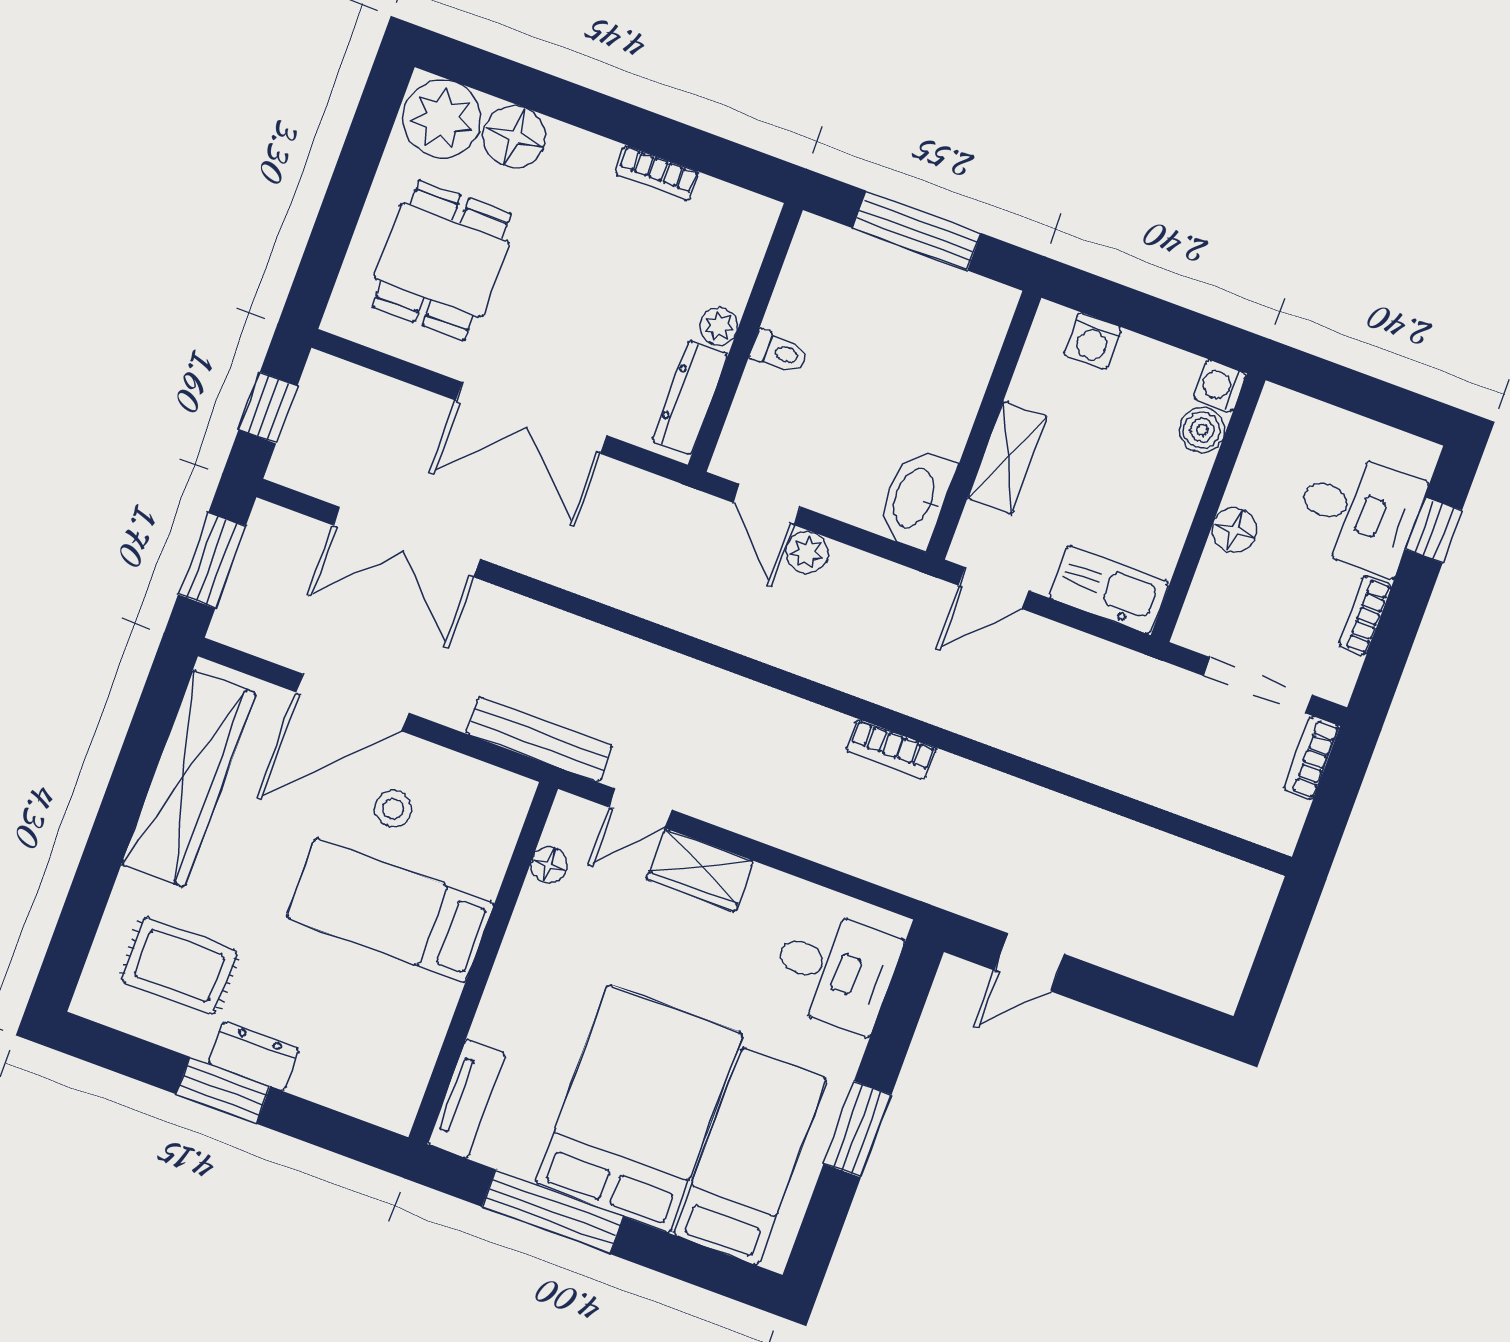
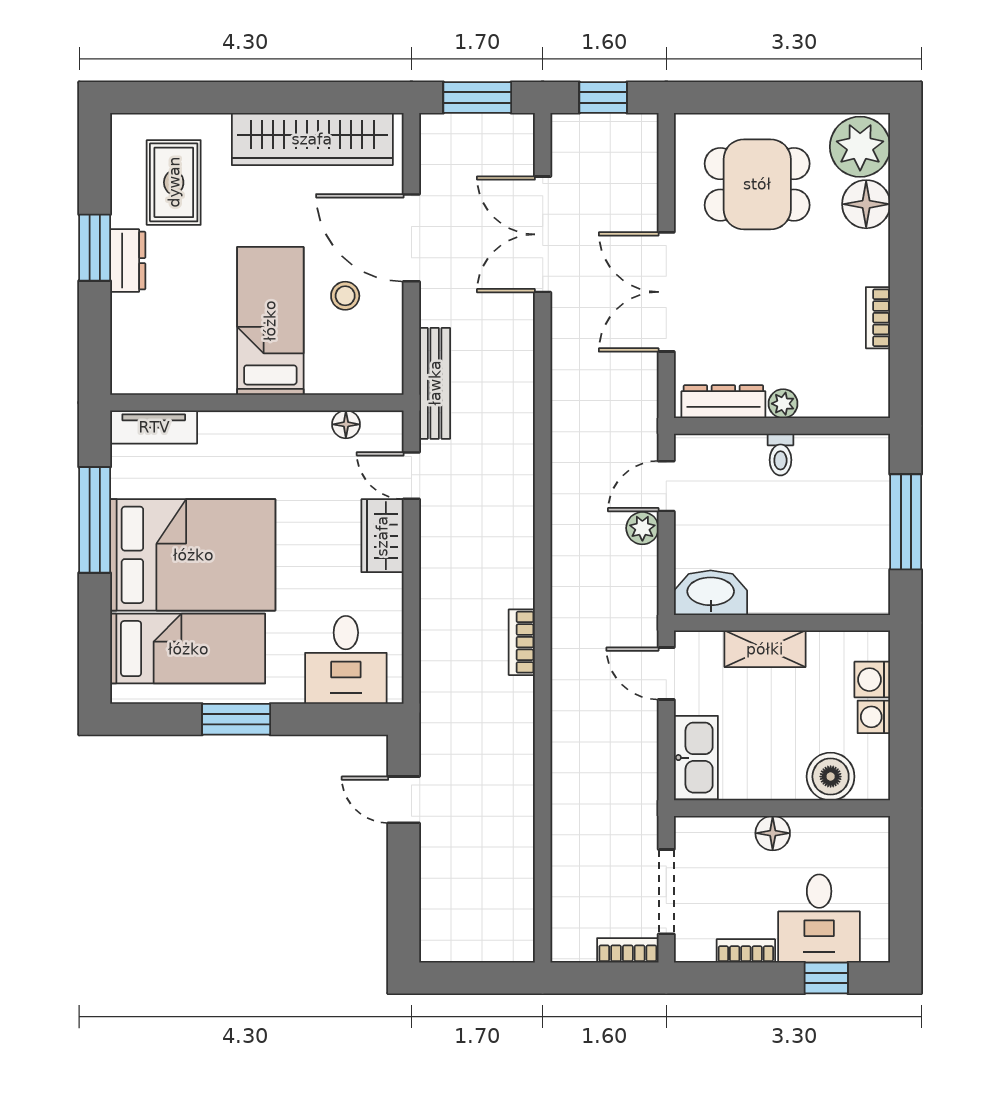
washing machine: (1220, 386) -> (874, 717), moved, turned -90
boiler: (1202, 430) -> (831, 777), width x1.36, depth x1.36

